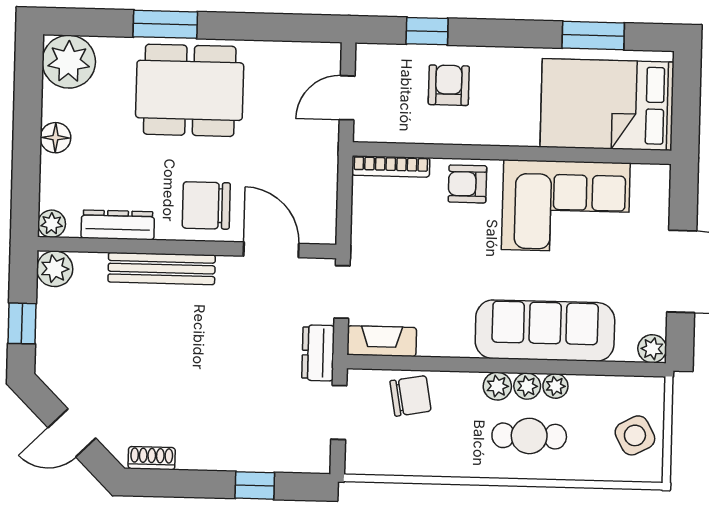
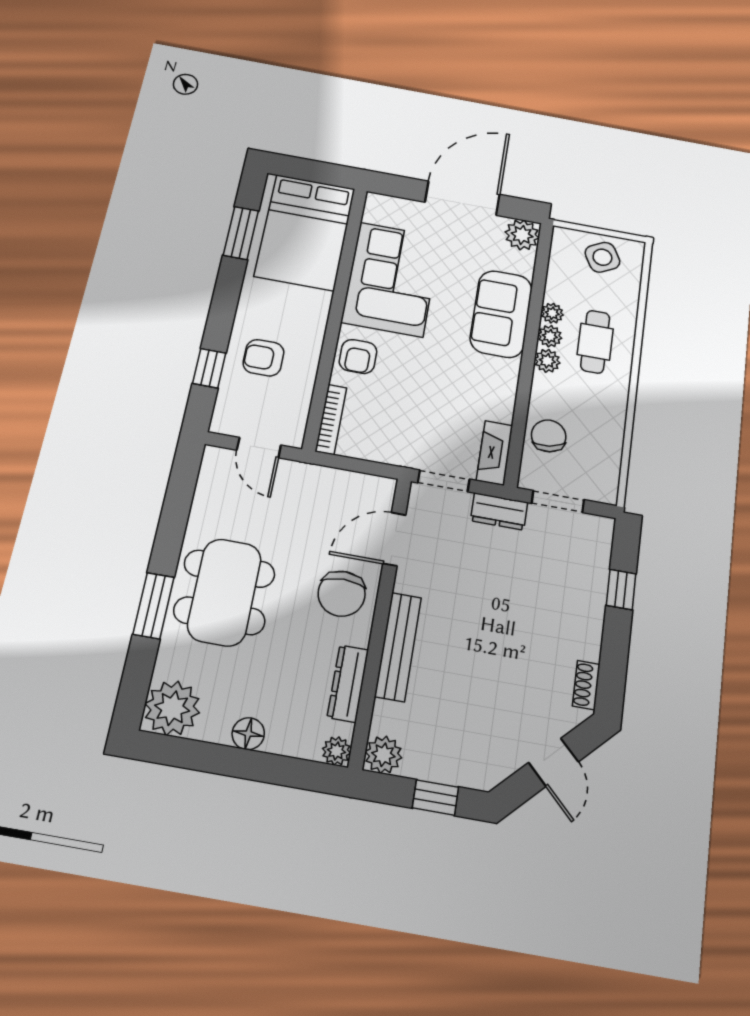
sofa: (545, 331) -> (501, 314), width x0.73
plant: (652, 349) -> (522, 235), width x1.38, depth x1.38

